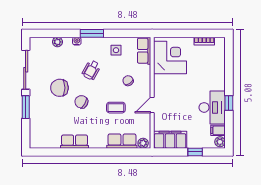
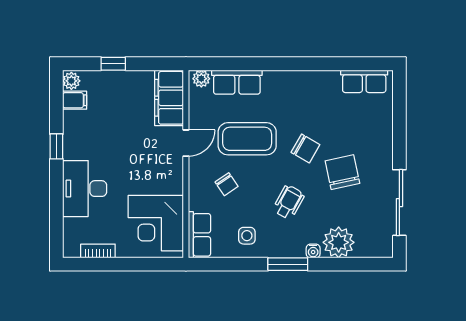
plant: (57, 42) -> (339, 242), width x1.88, depth x1.88
chair: (59, 88) -> (342, 172), turned -102
window: (26, 107) -> (399, 139), removed
desk: (212, 107) -> (85, 189), moved
coffee table: (116, 108) -> (247, 139), width x1.86, depth x1.72
filing cabinet: (170, 140) -> (169, 98), moved, turned 90
row of seats: (75, 142) -> (364, 81), moved

